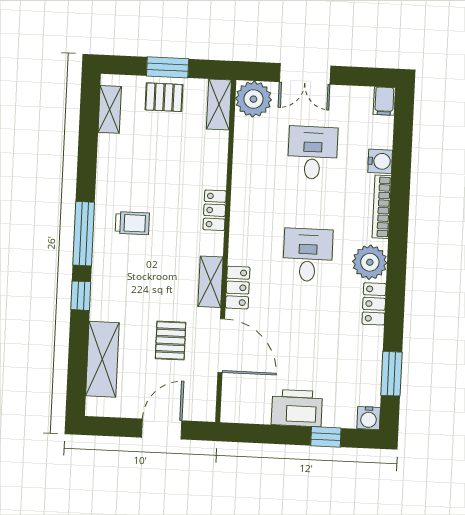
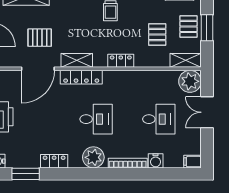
pallet: (175, 149) -> (157, 35), added
locker: (238, 288) -> (81, 77), width x1.53
locker: (374, 304) -> (54, 161), moved

